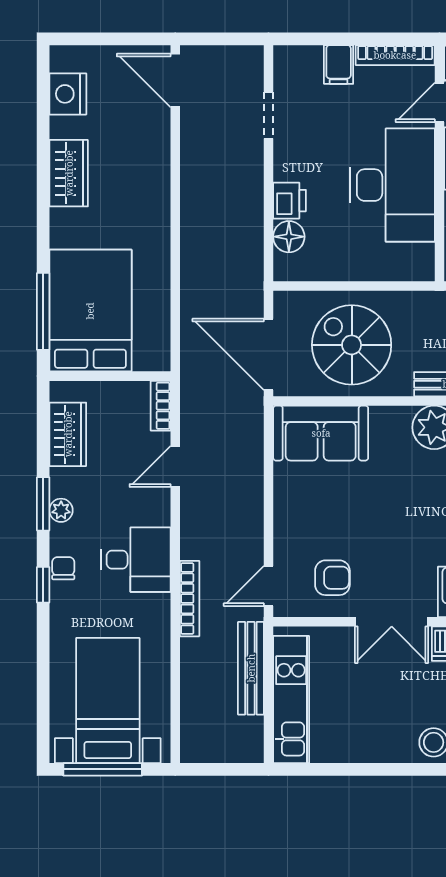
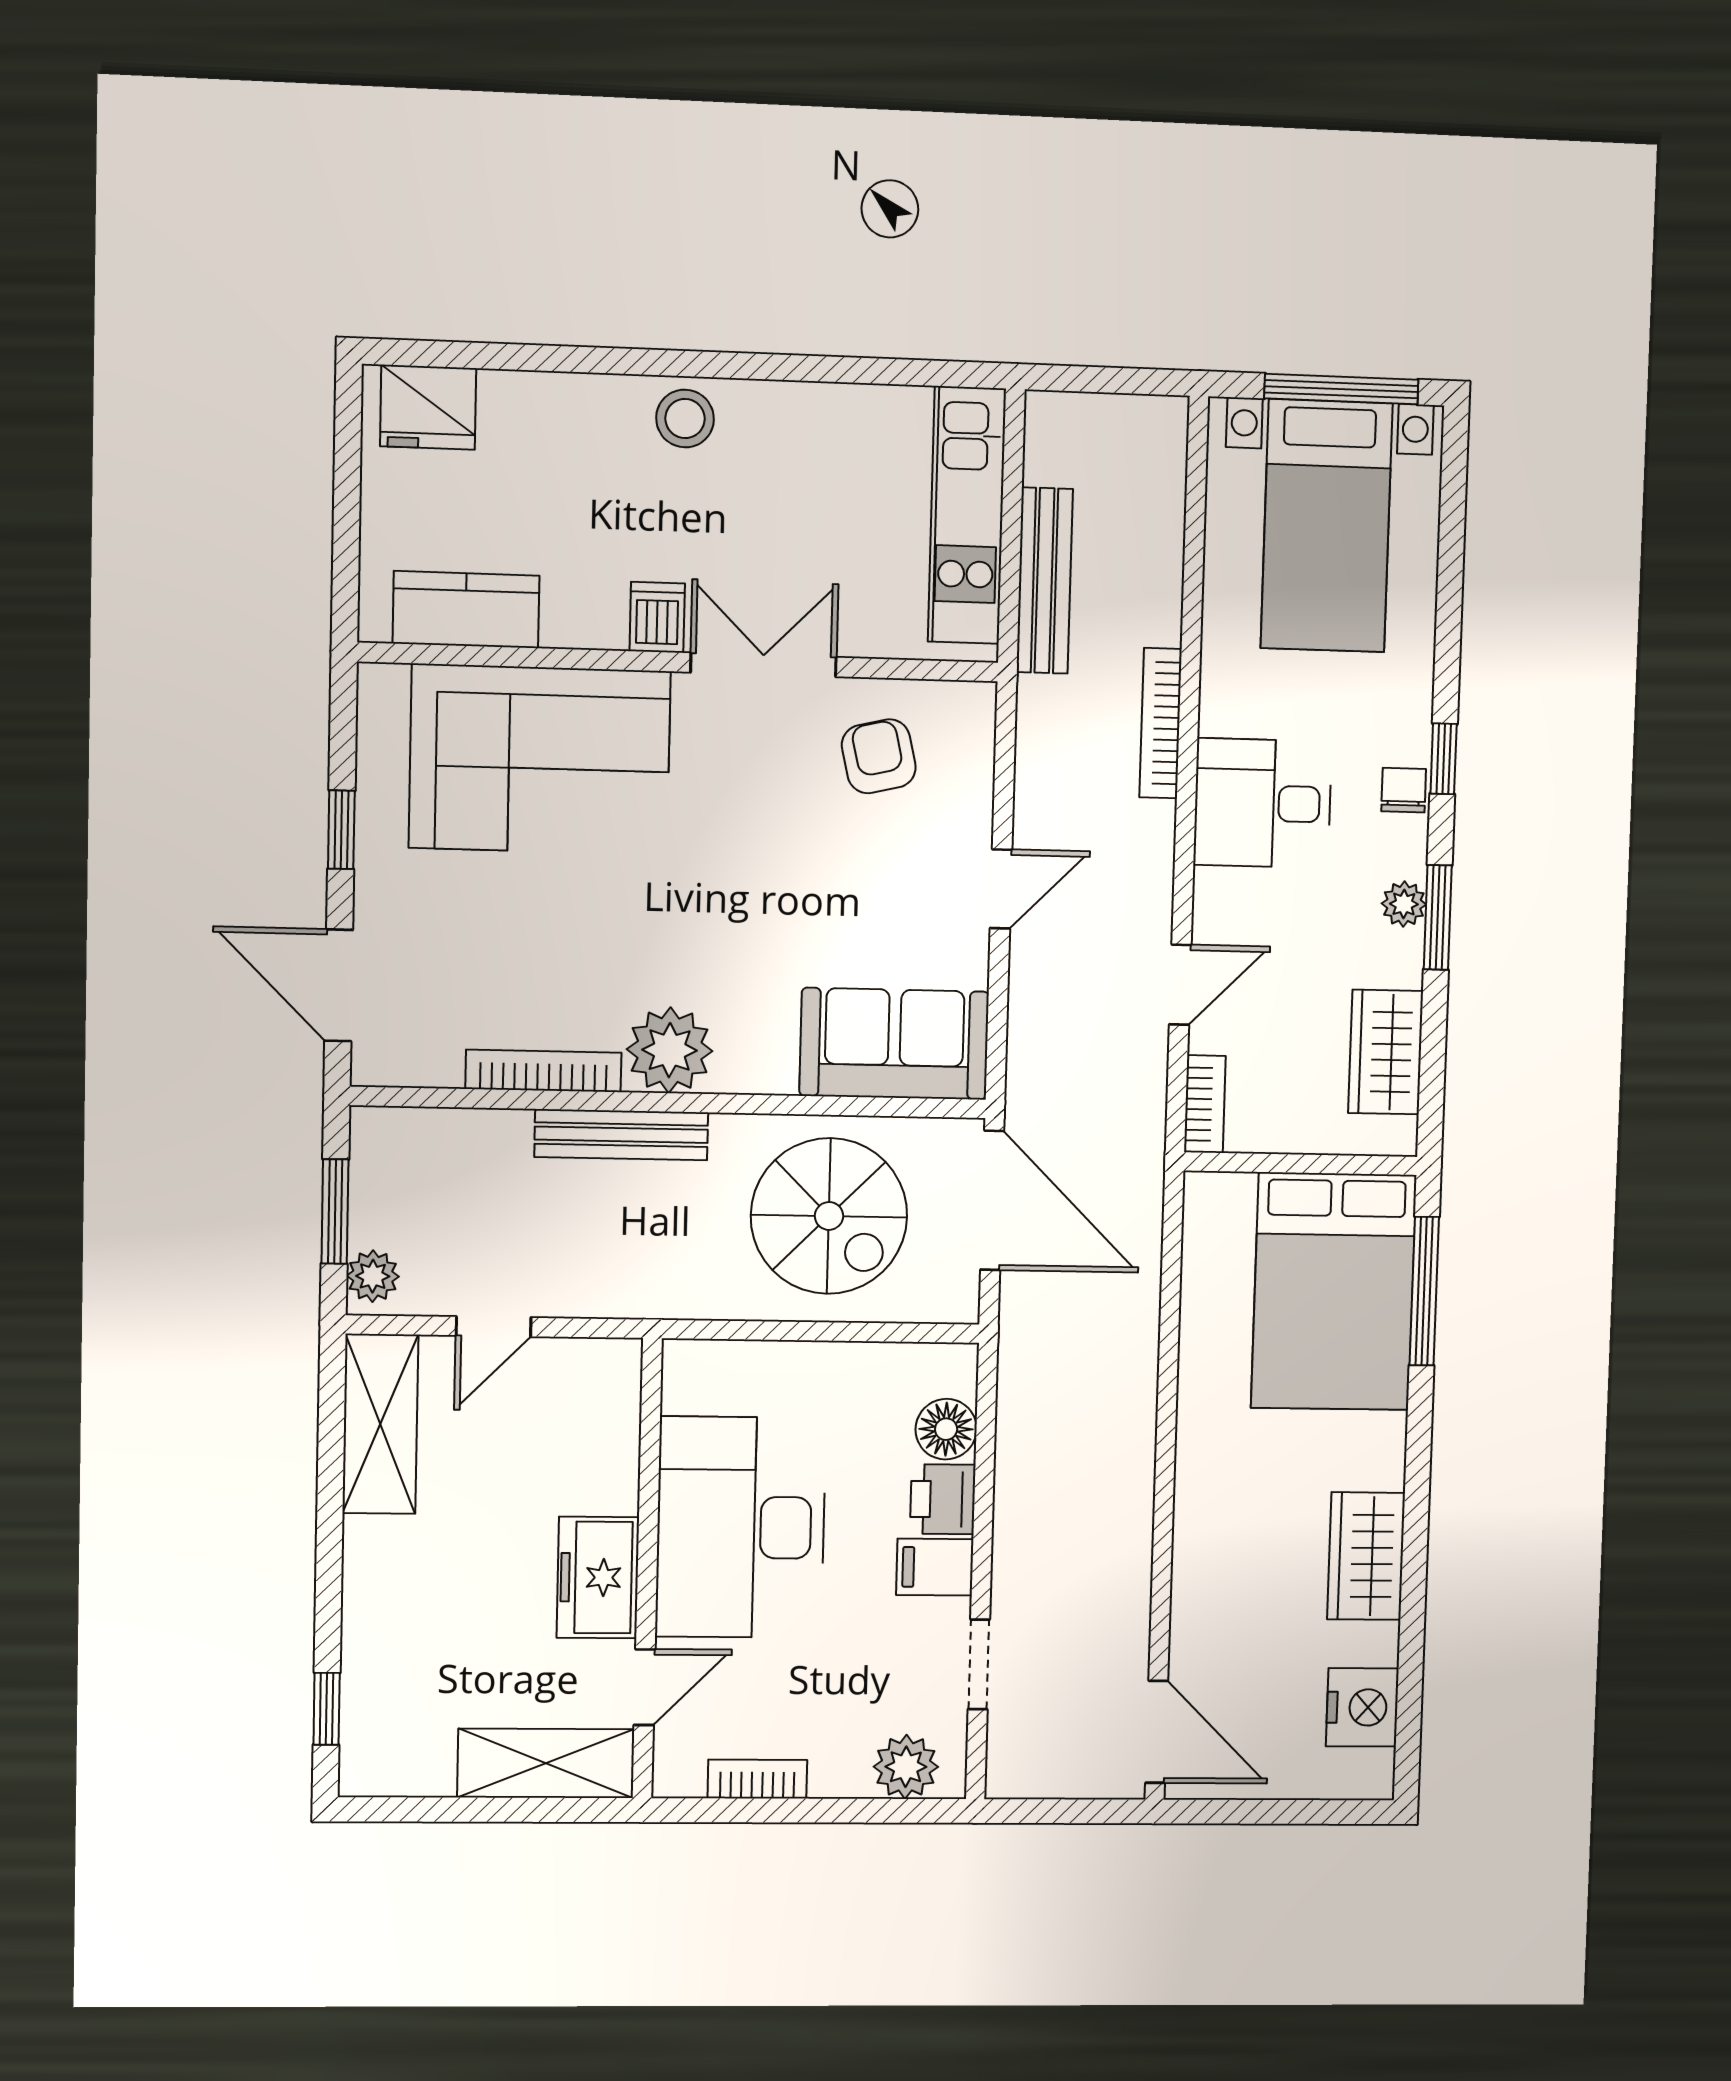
bookcase: (395, 55) -> (757, 1779), width x0.64
plant: (305, 62) -> (906, 1767), added
filing cabinet: (339, 64) -> (935, 1567), moved, turned -90
chair: (63, 568) -> (1404, 790), turned 180
armchair: (332, 578) -> (879, 756), turned 77
door: (269, 586) -> (1001, 889), moved

